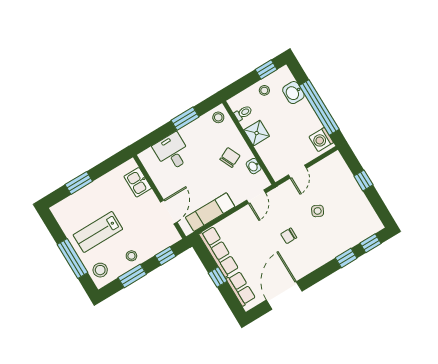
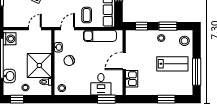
window: (185, 119) -> (106, 99), moved
shower: (257, 133) -> (39, 65), width x1.86, depth x1.86
door: (169, 212) -> (124, 61), moved
coffee table: (243, 228) -> (87, 15), added
window: (72, 258) -> (197, 72), moved

